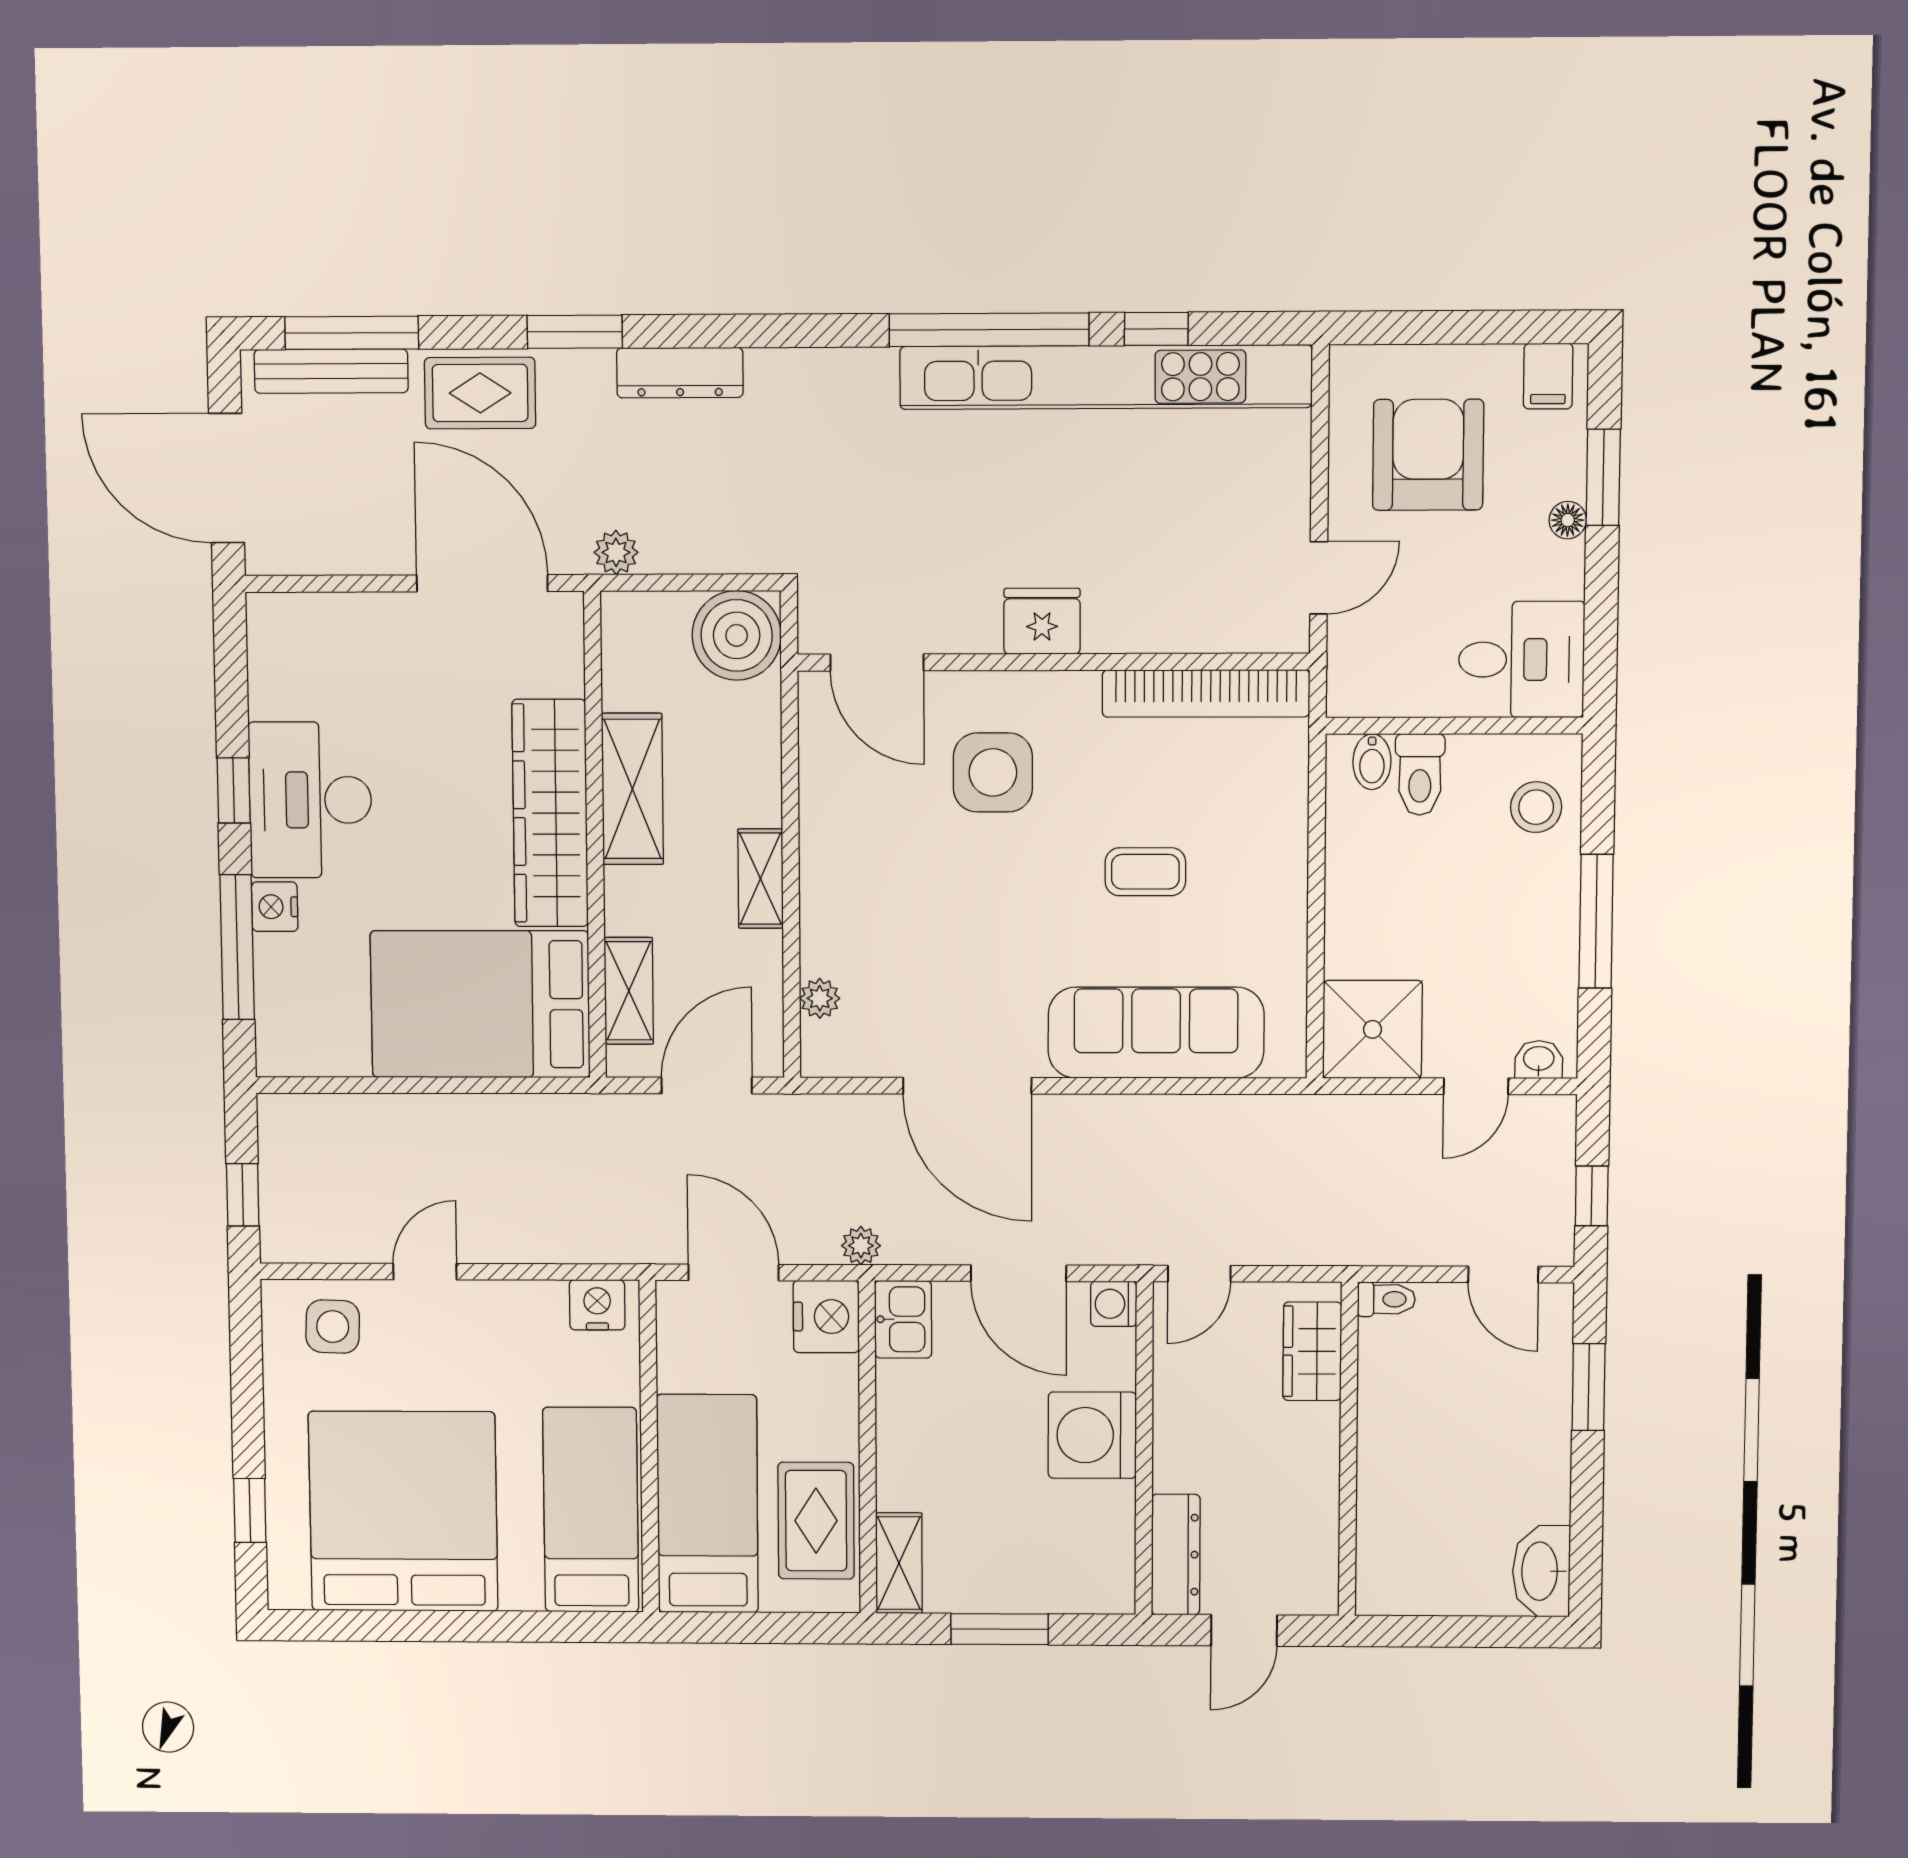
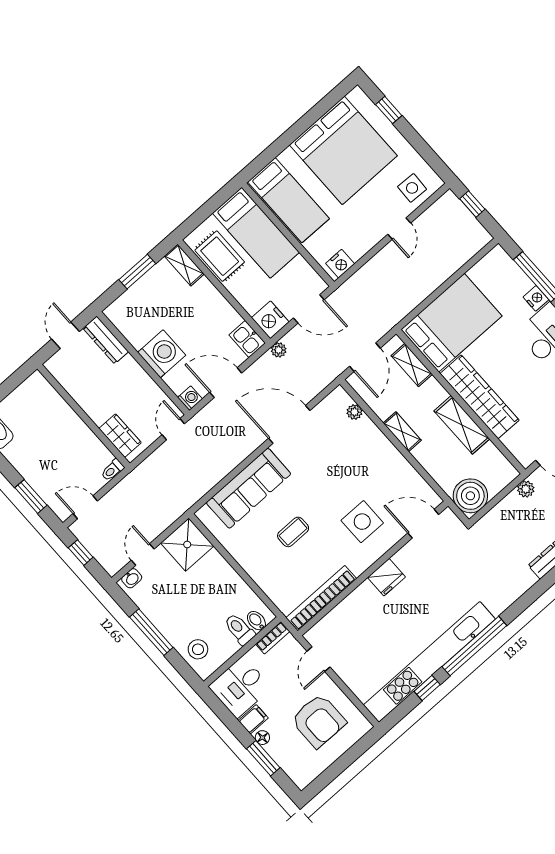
filing cabinet: (1548, 376) -> (253, 719), moved, turned 90
bookcase: (1371, 700) -> (273, 638), added

